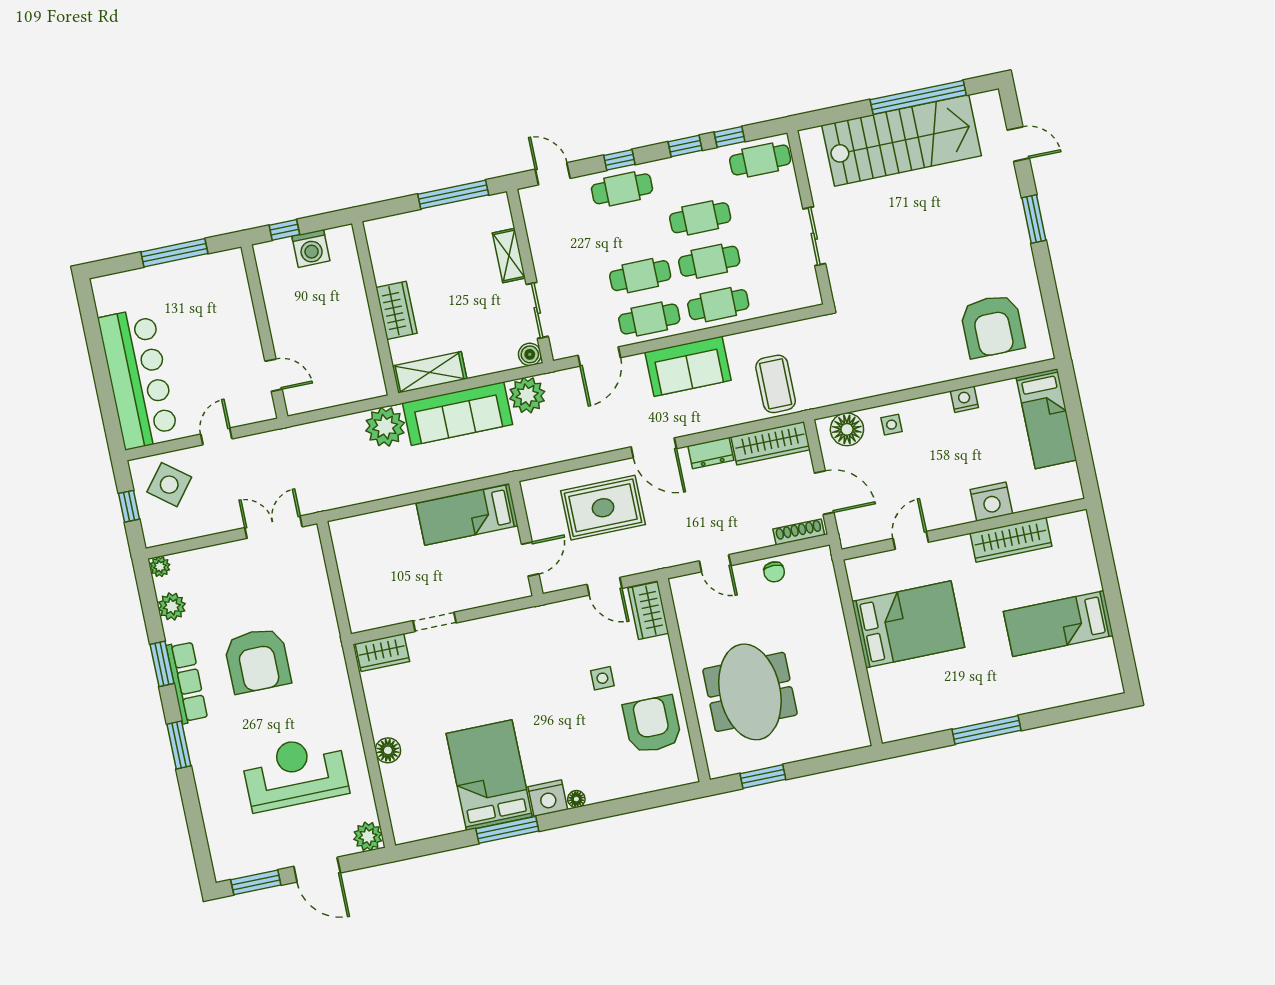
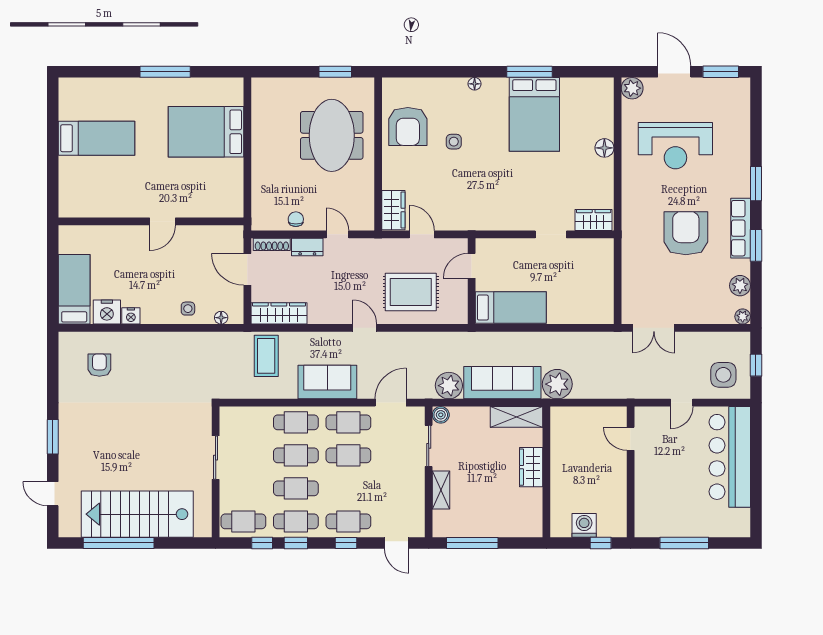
cafe table: (691, 174) -> (296, 521), added
armchair: (992, 326) -> (99, 365), width x0.53, depth x0.53
floor lamp: (847, 429) -> (221, 318), width x0.53, depth x0.53
door: (654, 448) -> (365, 328), width x0.73
dresser: (711, 453) -> (307, 247), moved, turned 180
side table: (169, 485) -> (723, 375), turned -38
nightstand: (991, 502) -> (107, 312), moved, turned 180
door: (911, 540) -> (163, 221), moved
wardrobe: (1011, 540) -> (118, 206), removed
bed: (908, 624) -> (206, 132), moved
side table: (602, 678) -> (454, 142), moved
nightstand: (548, 798) -> (495, 89), removed

